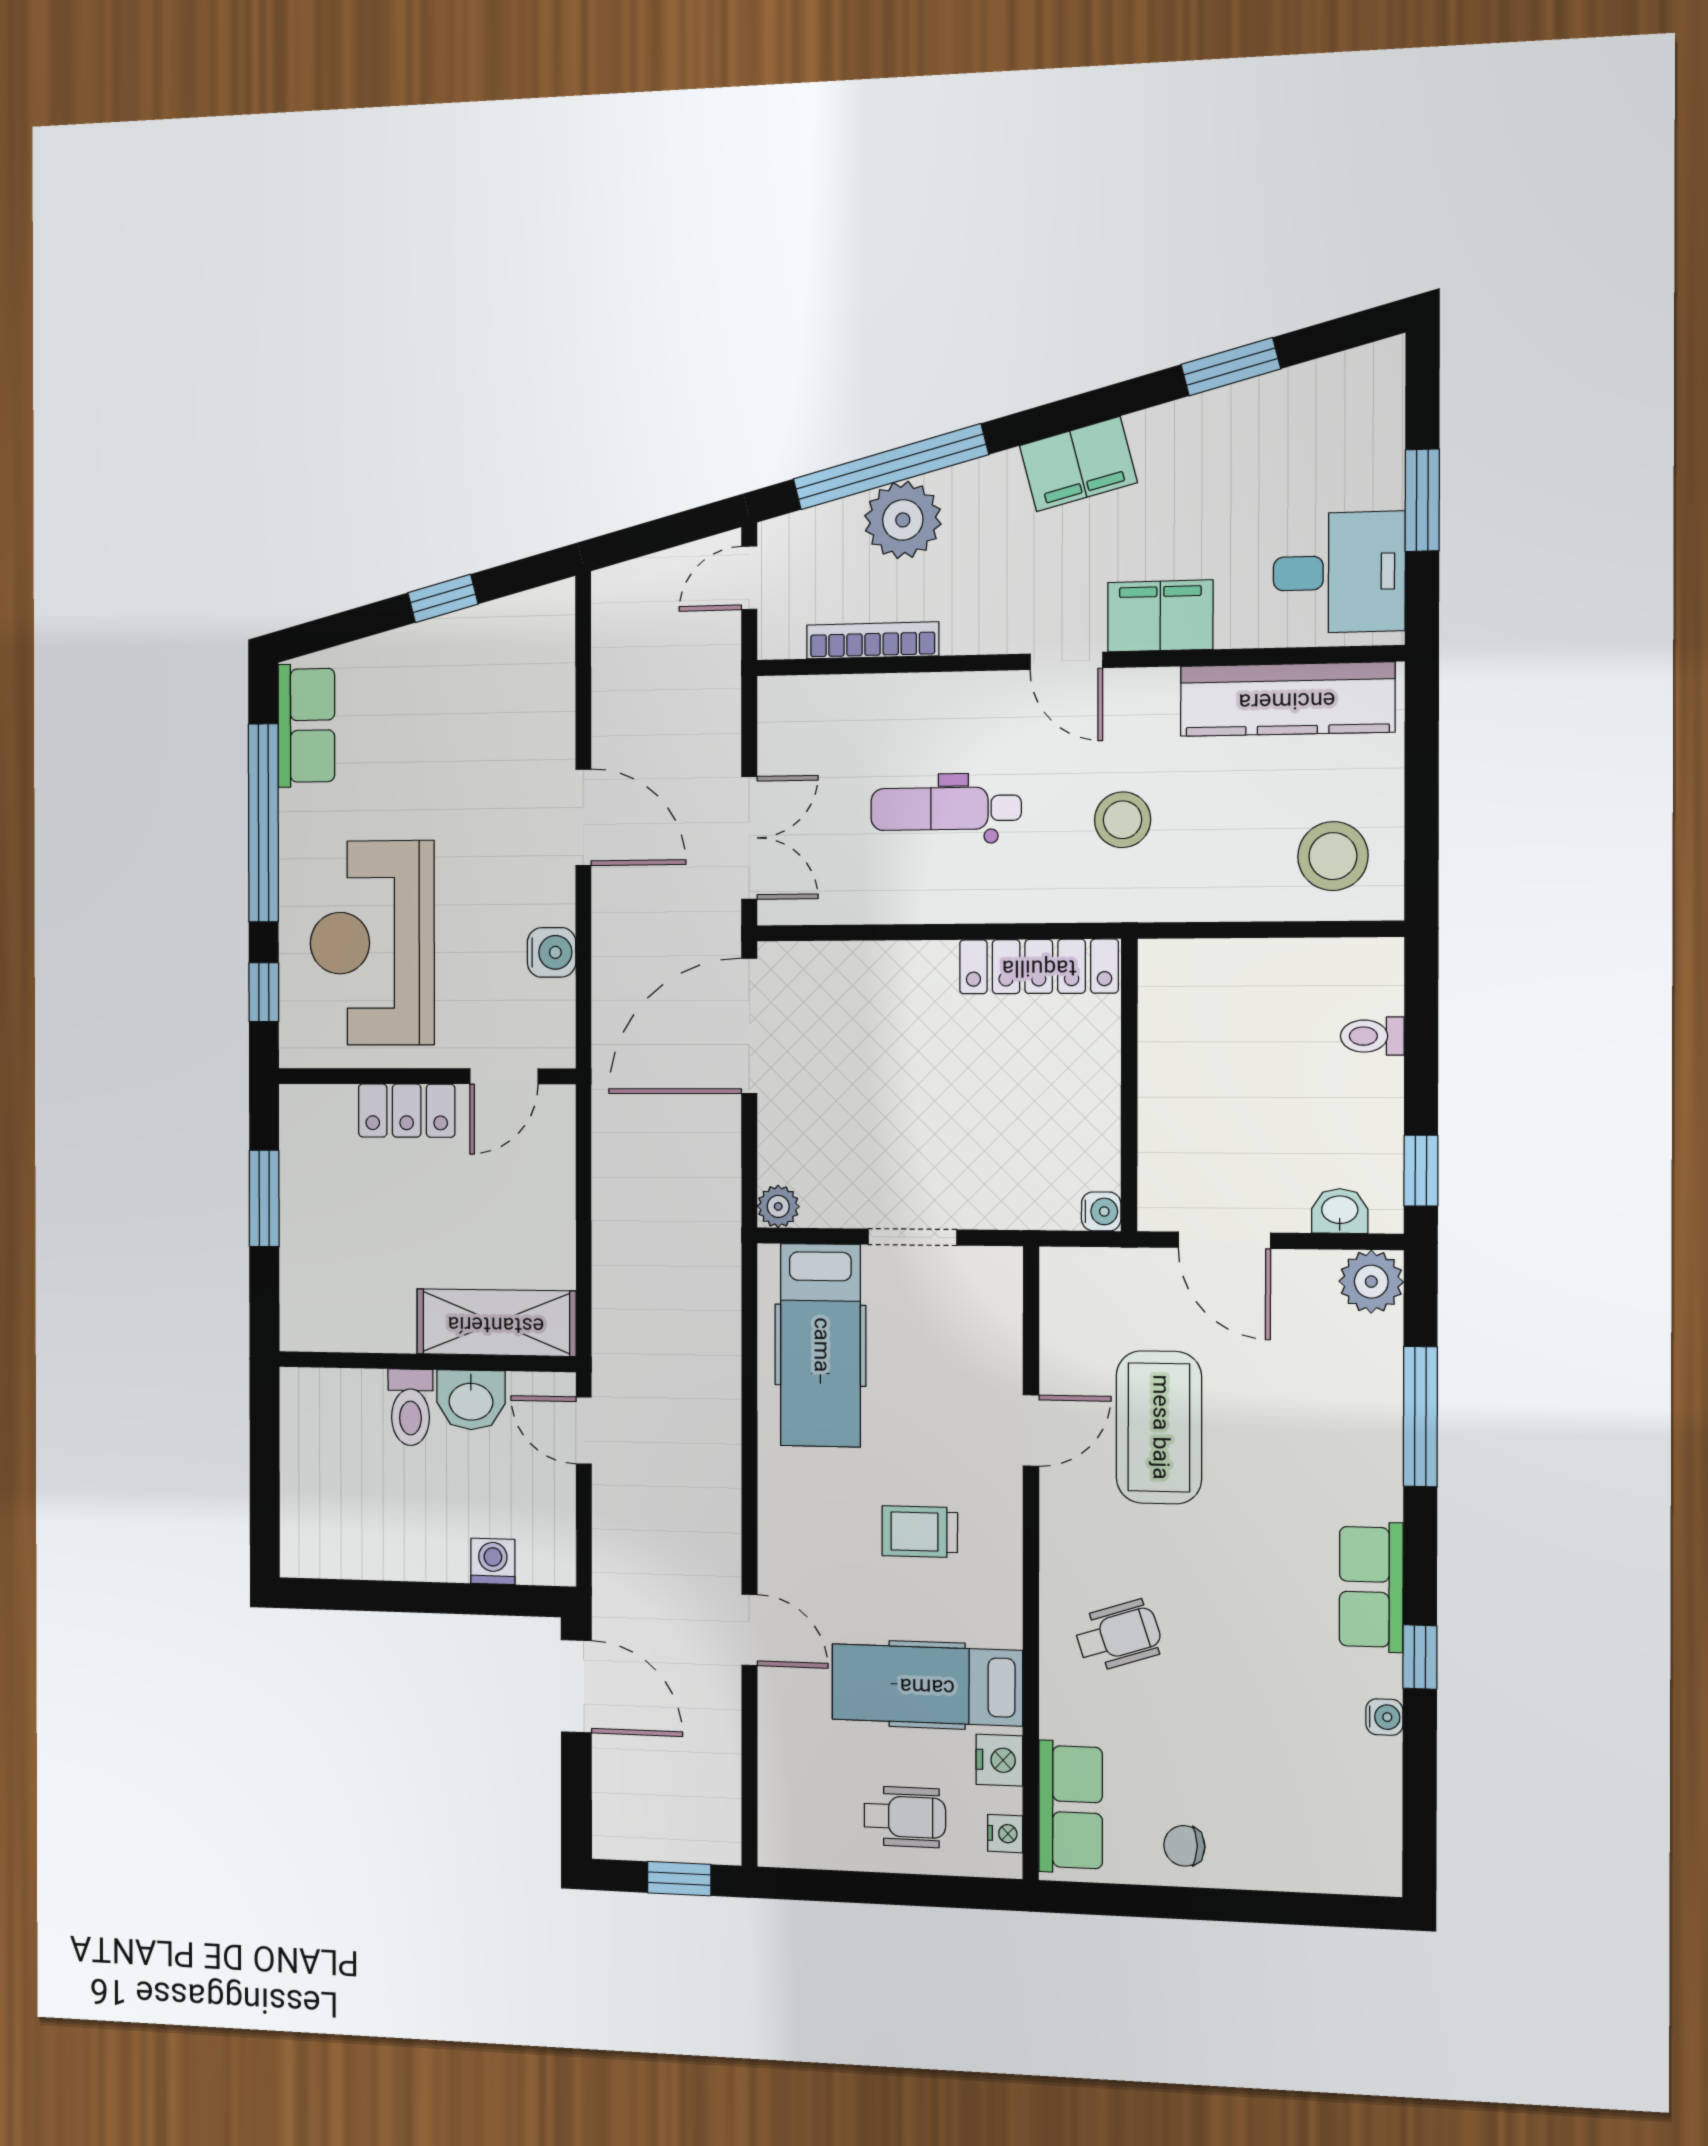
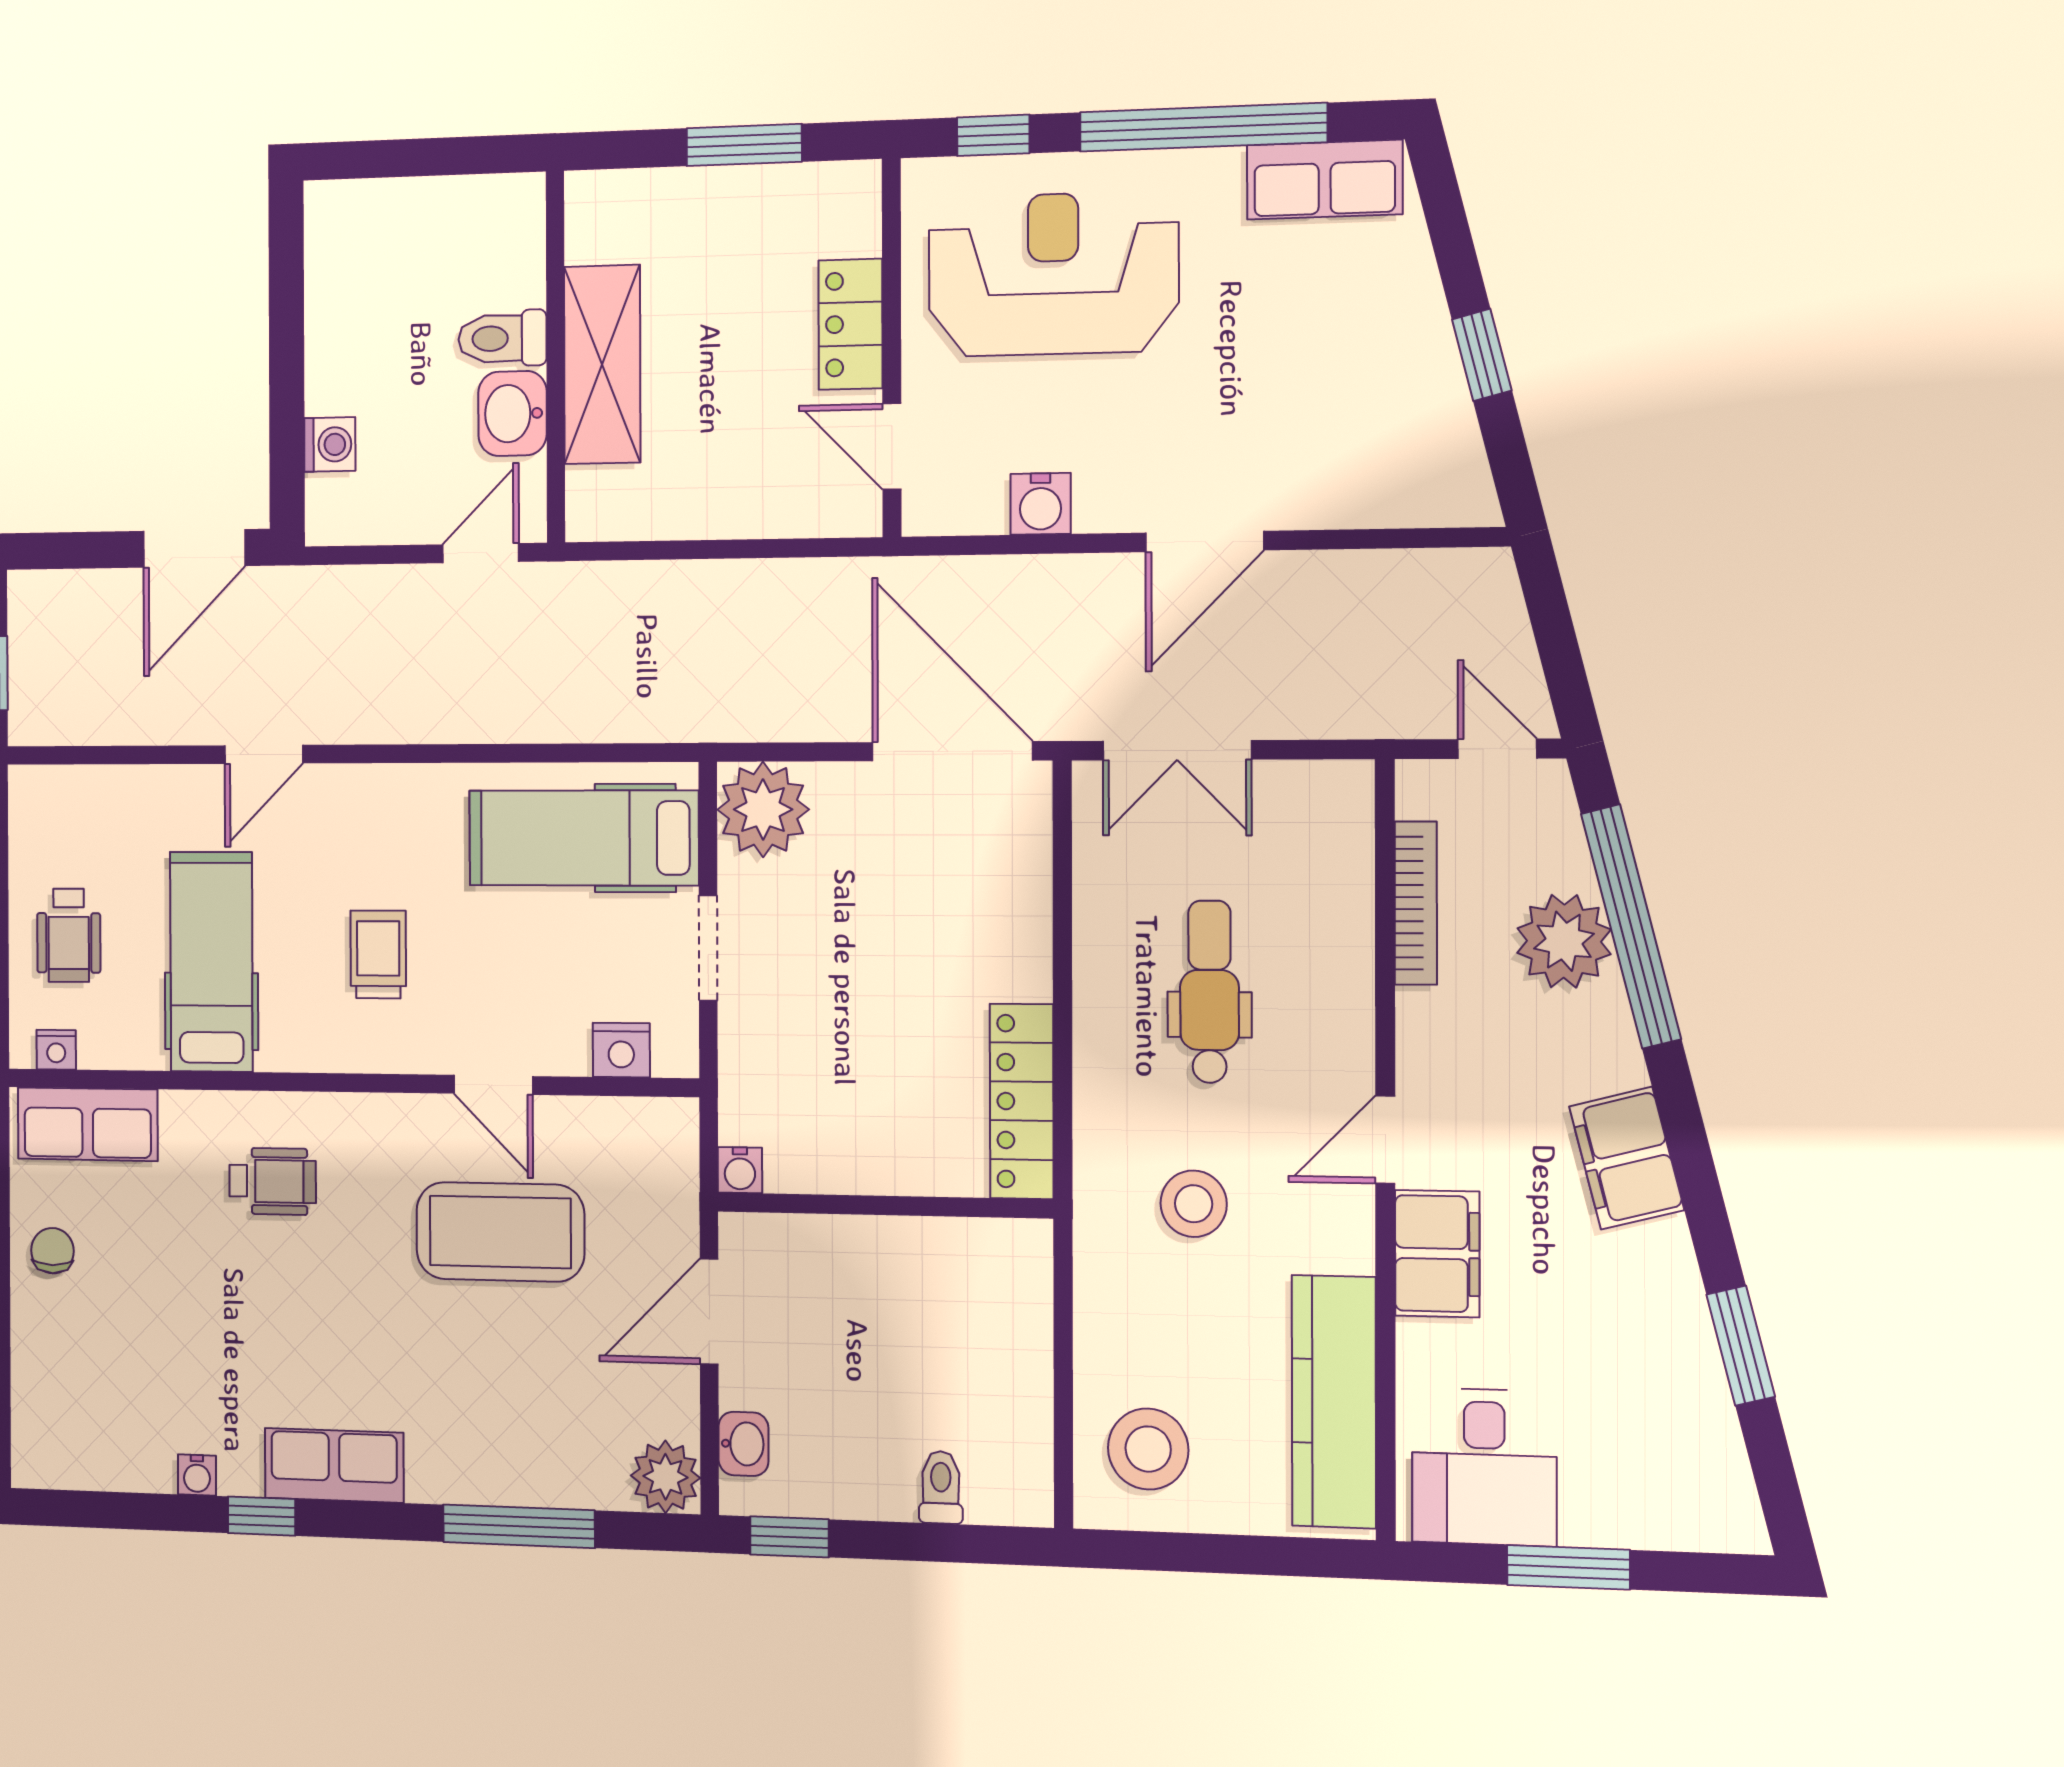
plant: (778, 1206) -> (763, 809), width x1.87, depth x1.87
shelving: (496, 1323) -> (602, 365), moved
wheelchair: (1118, 1635) -> (273, 1181), turned -72
nightstand: (999, 1760) -> (621, 1050), moved

